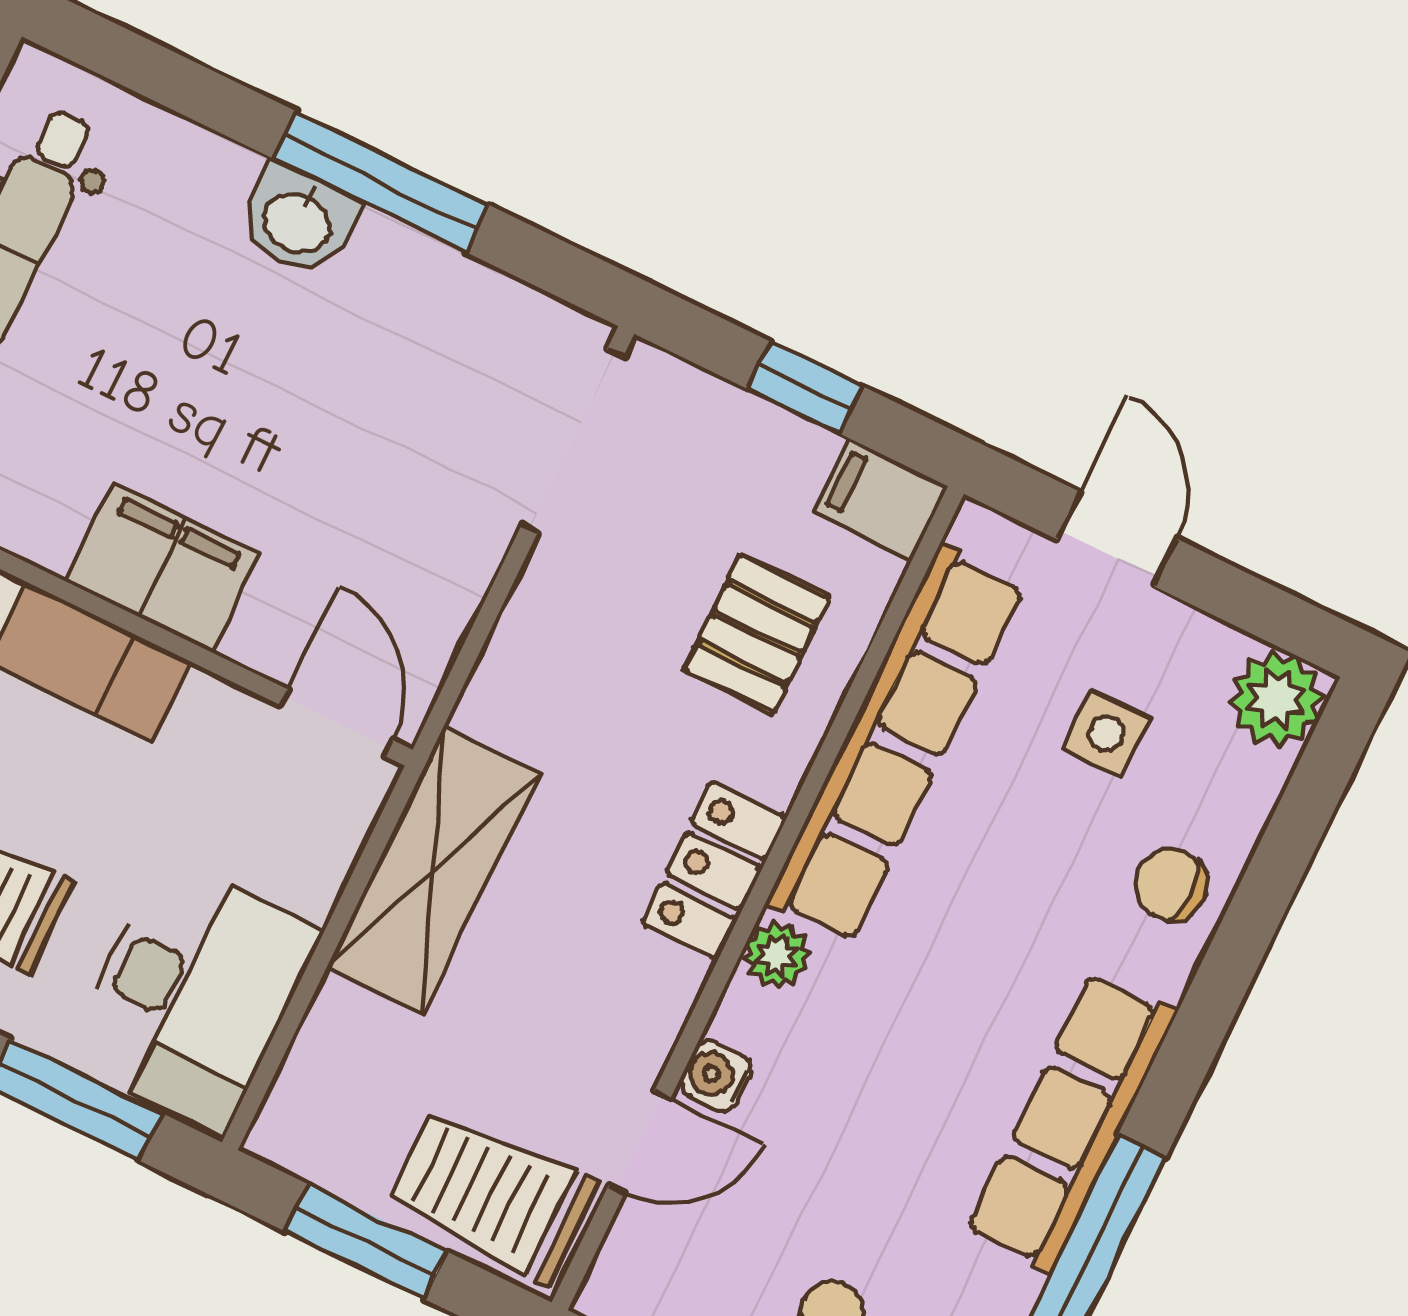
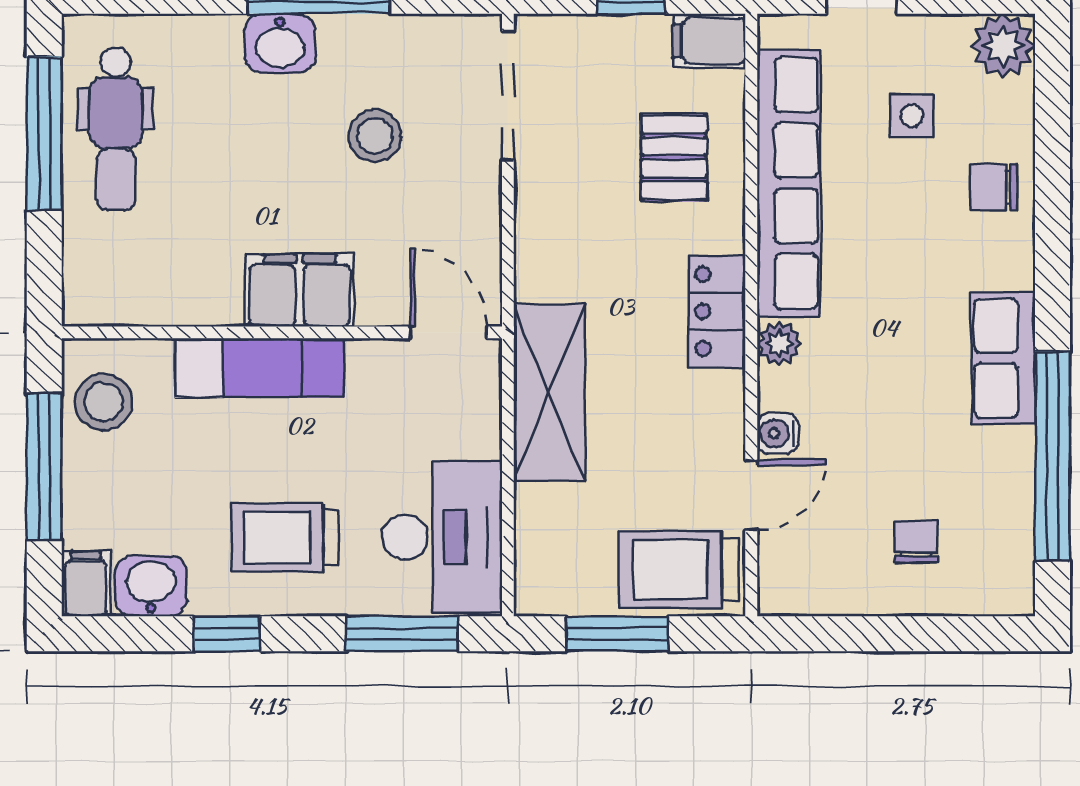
stool: (366, 408) -> (375, 136), added
row of seats: (1071, 1122) -> (1003, 358), width x0.68

